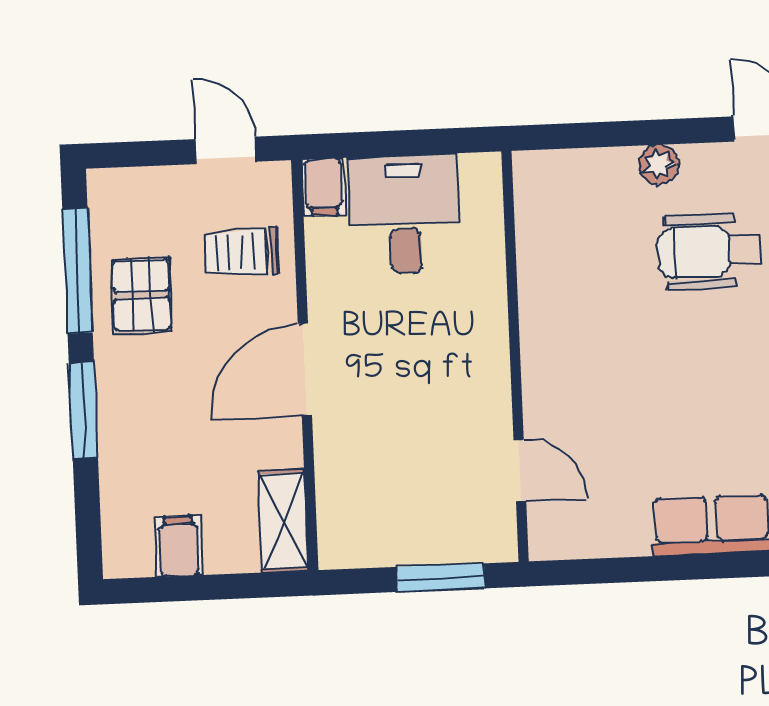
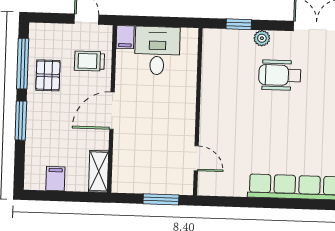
window: (599, 135) -> (239, 24), added

